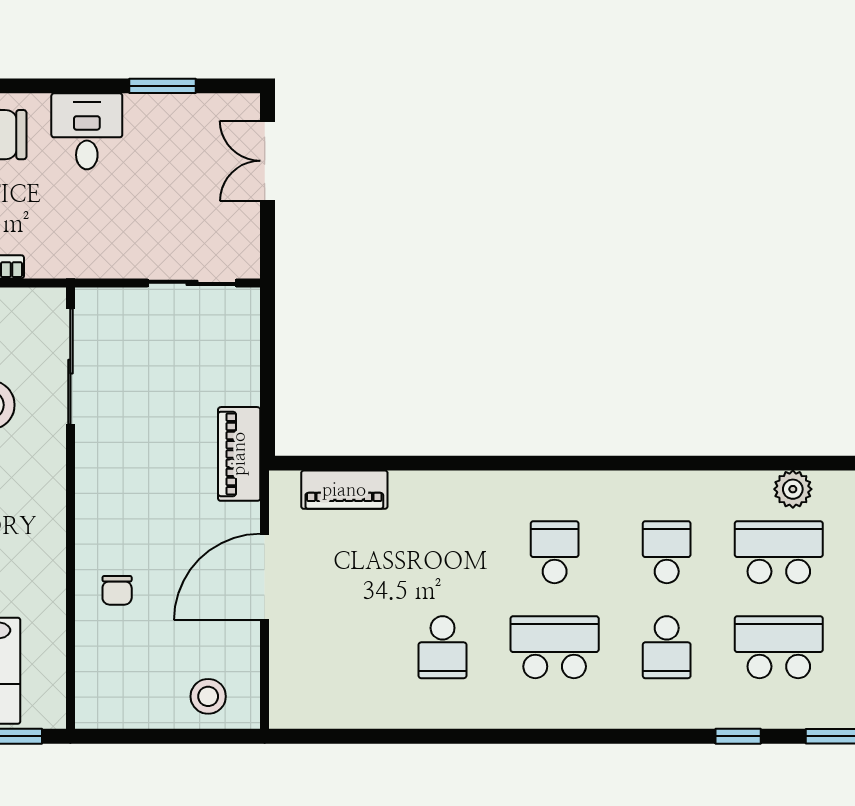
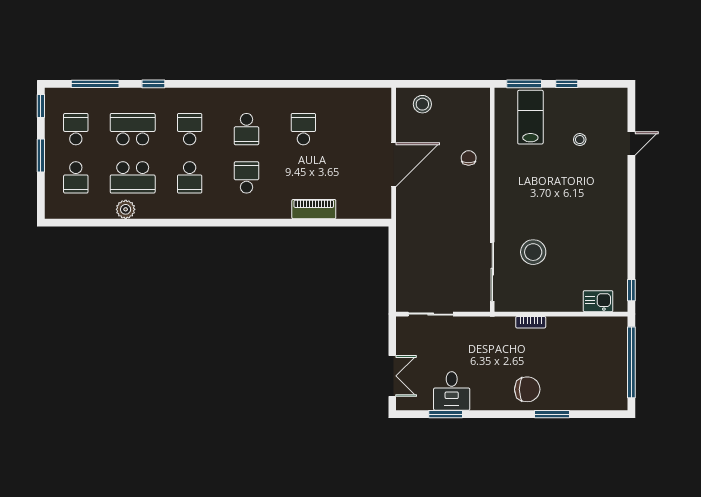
desk: (87, 131) -> (452, 391), moved
piano: (239, 454) -> (407, 227), removed
piano: (344, 490) -> (314, 209), moved
school desk: (555, 552) -> (247, 177), turned 180
school desk: (555, 647) -> (247, 129), width x0.54
school desk: (779, 647) -> (133, 129), turned 180

